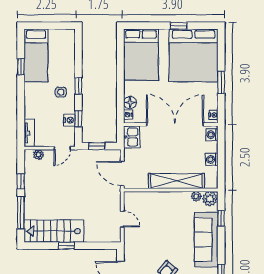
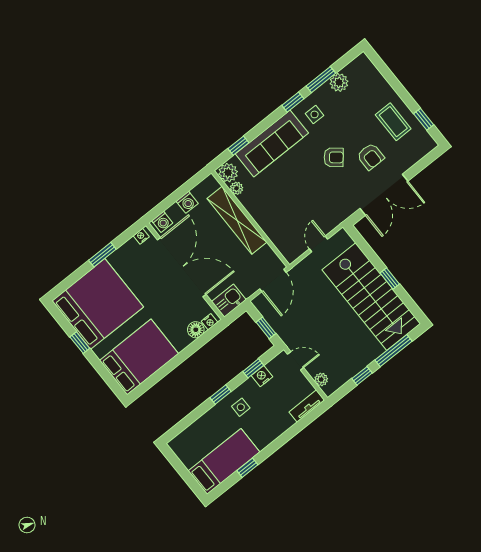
double door: (175, 124) -> (182, 267), swing flipped
stairs: (54, 231) -> (371, 297), width x1.36, depth x1.51

